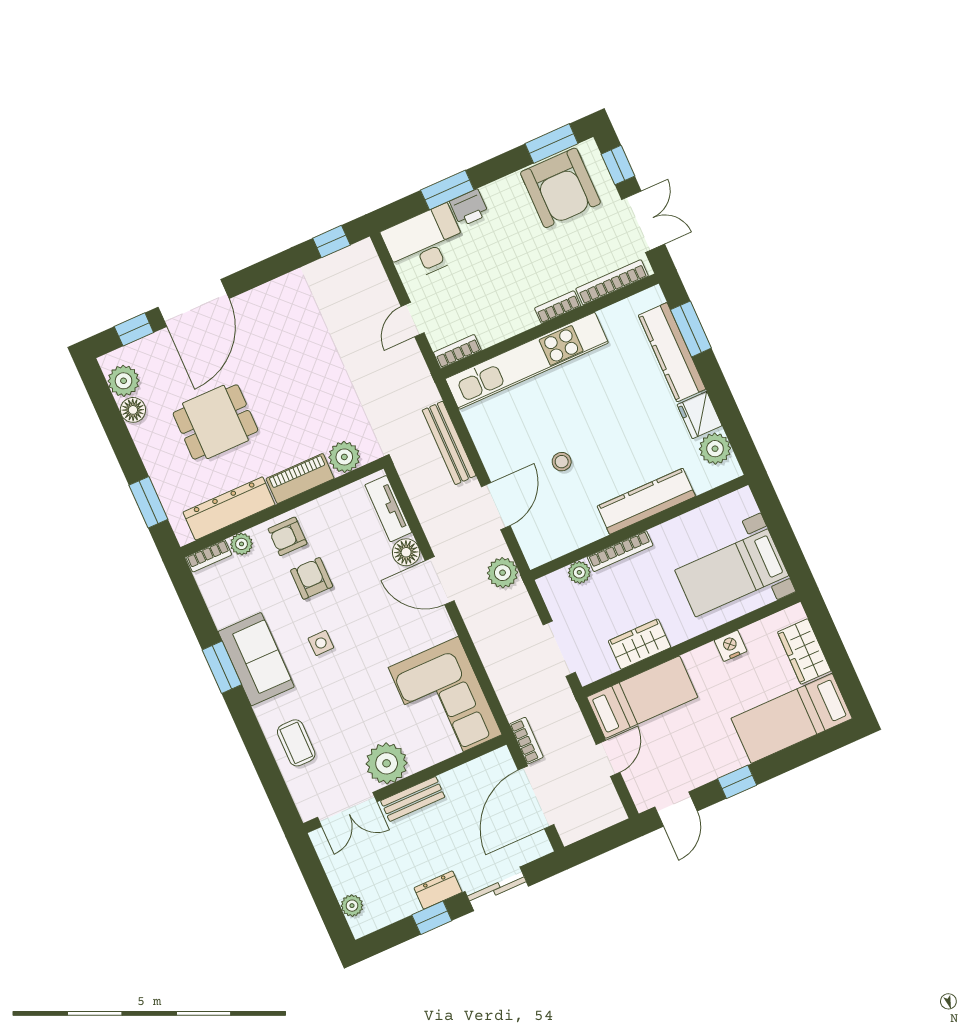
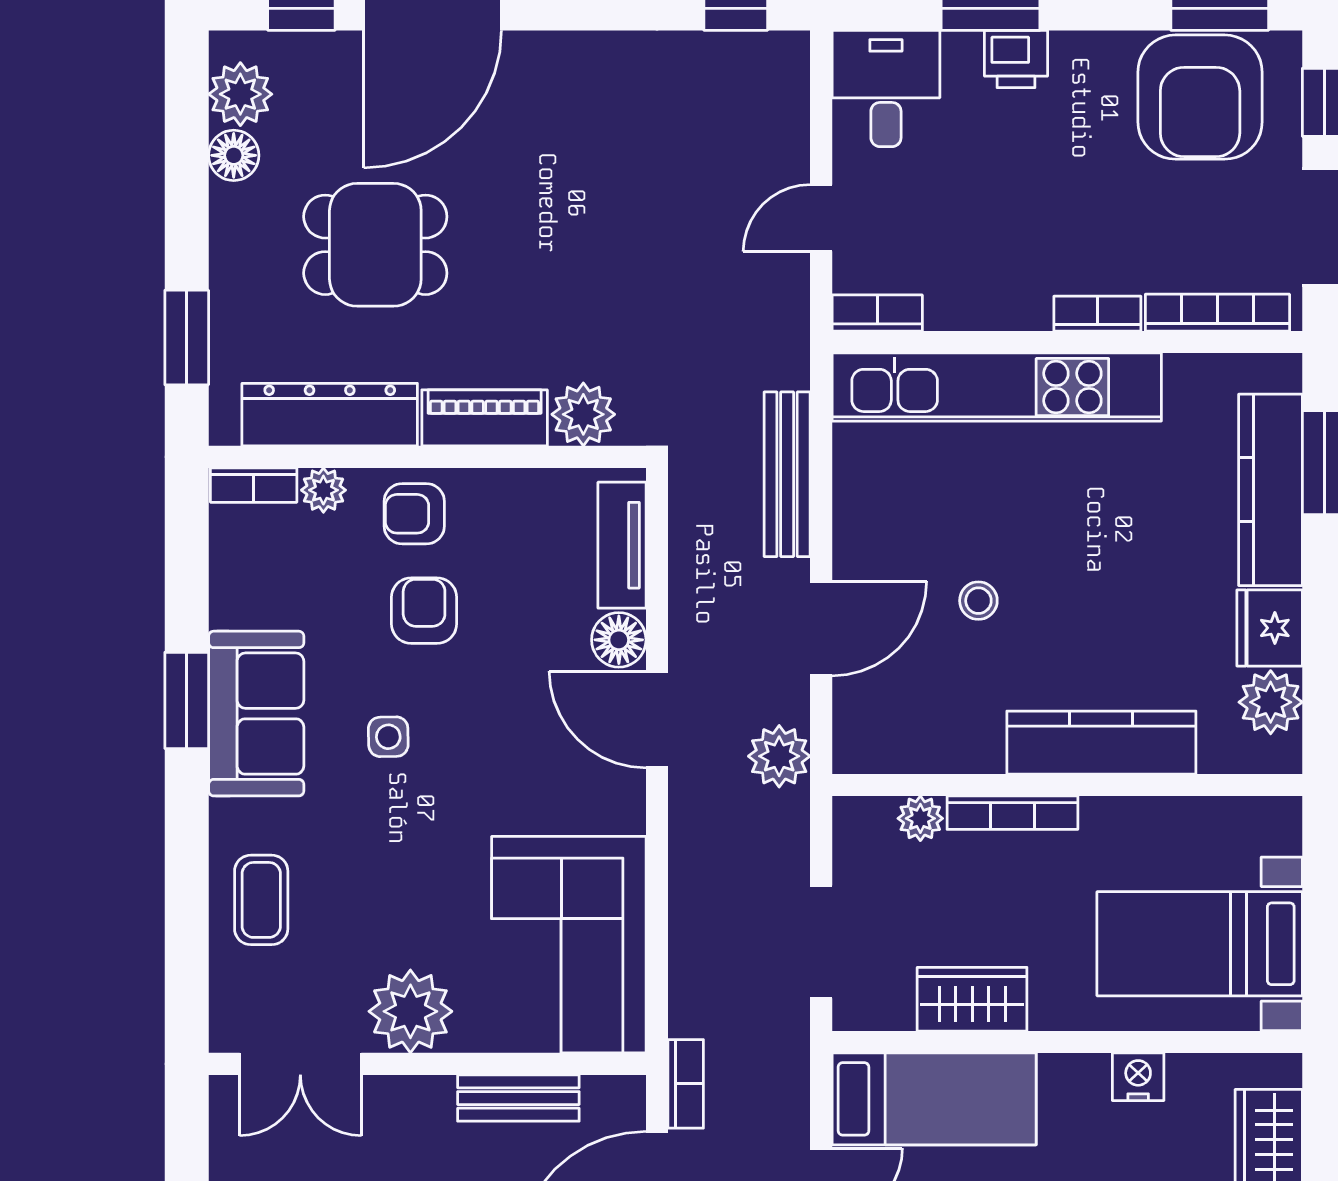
desk: (425, 243) -> (886, 88), width x0.73
bench: (413, 799) -> (518, 1098), moved

